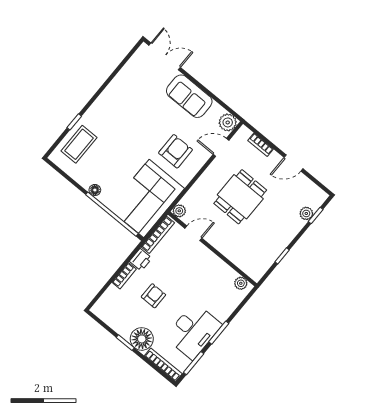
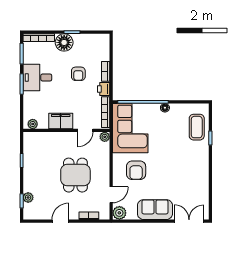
double door: (165, 56) -> (189, 221), swing flipped
filing cabinet: (210, 263) -> (61, 121), added
desk: (193, 331) -> (37, 77), width x0.73

